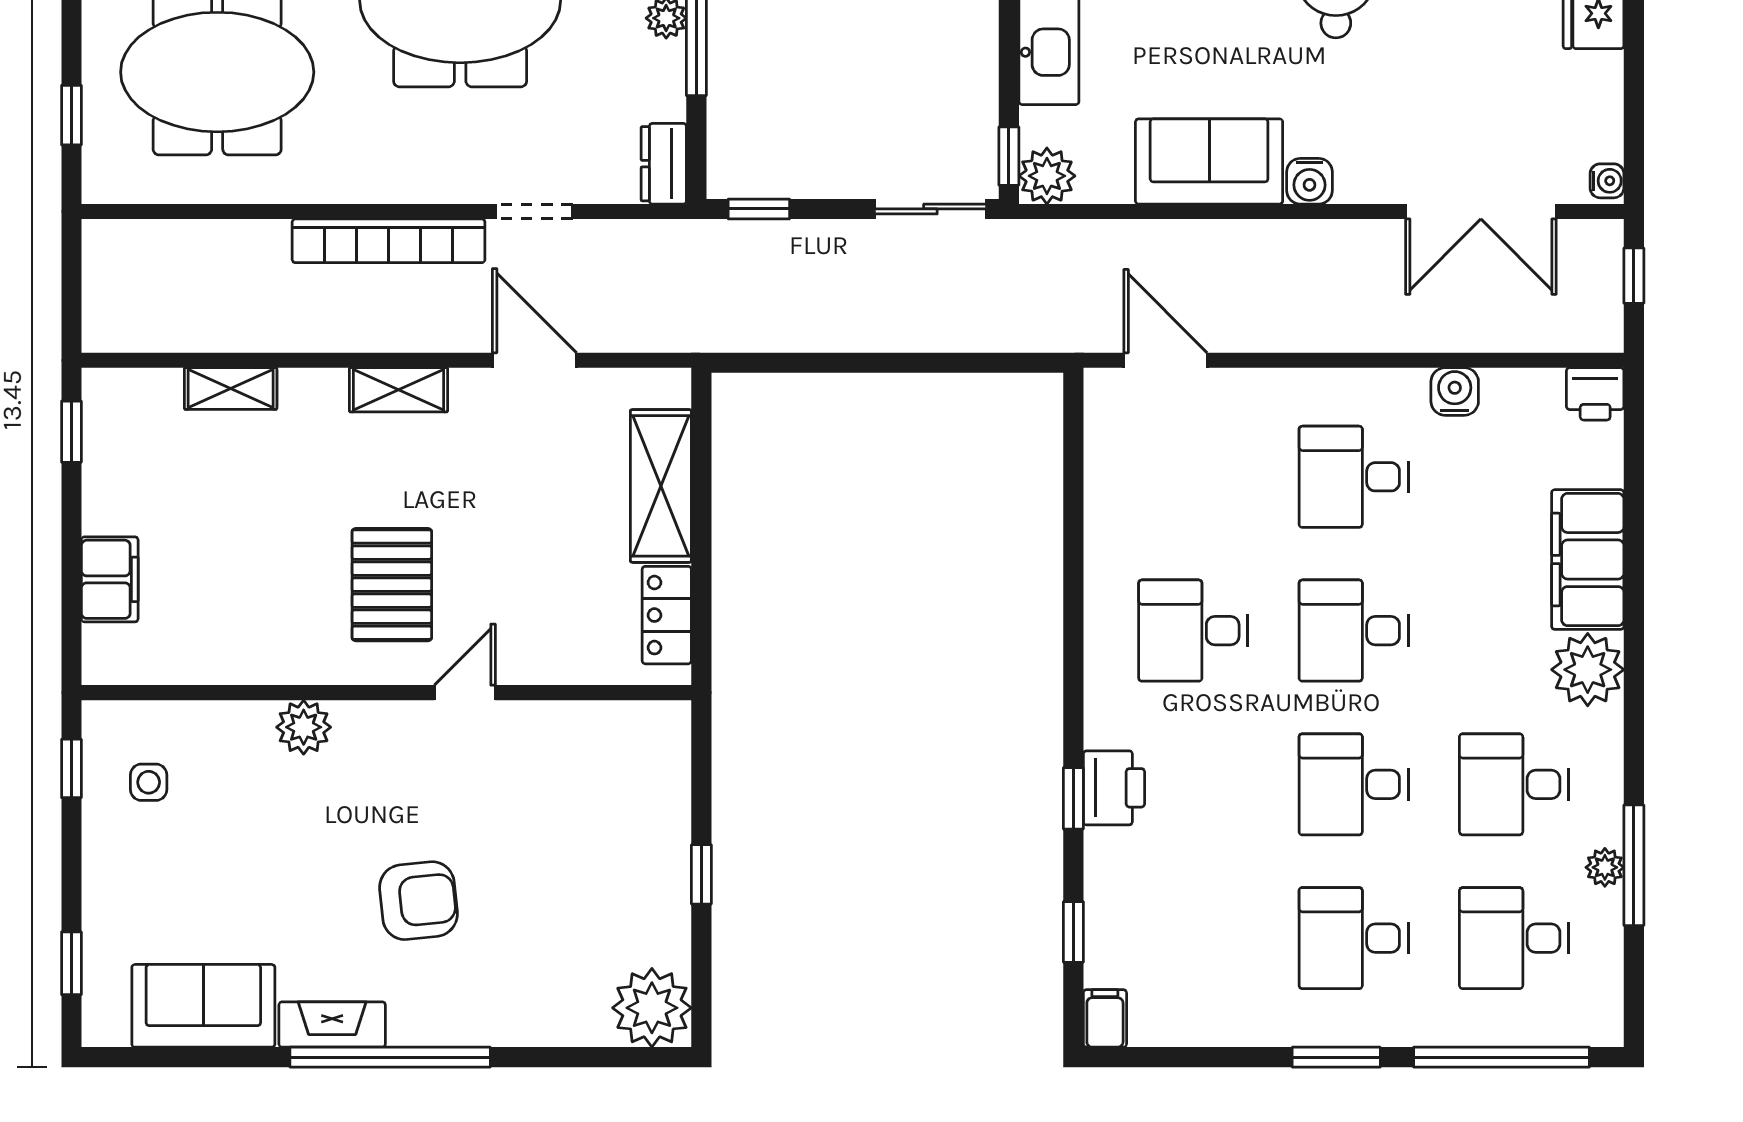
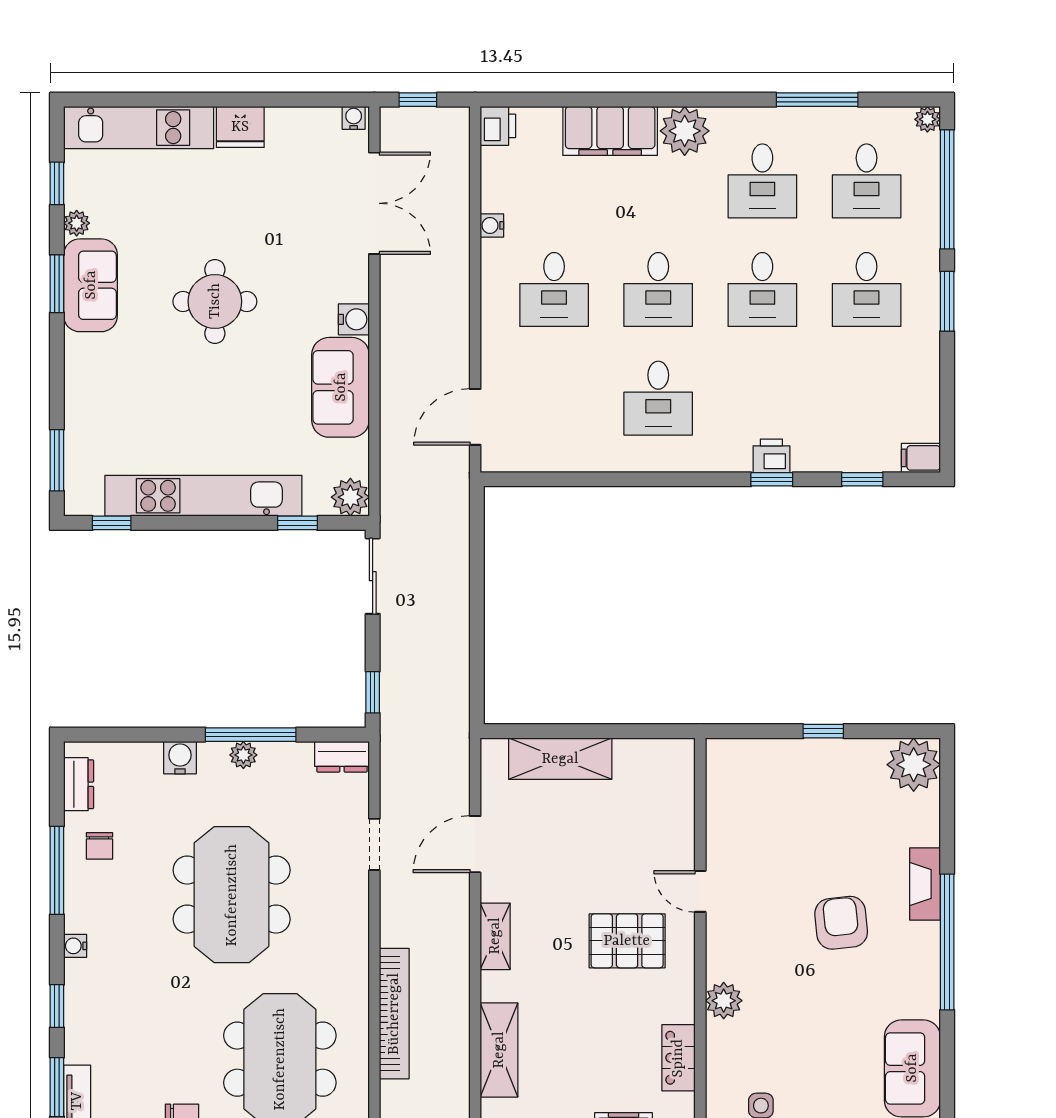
window: (1009, 156) -> (297, 523), moved
bookcase: (389, 241) -> (394, 1014), moved
shelving: (231, 389) -> (499, 1050), width x1.50, depth x1.33
water cooler: (1455, 391) -> (492, 225), width x0.72, depth x0.72
locker: (667, 615) -> (678, 1058), moved, turned 90
printer: (1114, 788) -> (771, 456), width x0.73, depth x0.81
plant: (1605, 867) -> (927, 119), moved
fireplace: (332, 1025) -> (925, 884), moved

